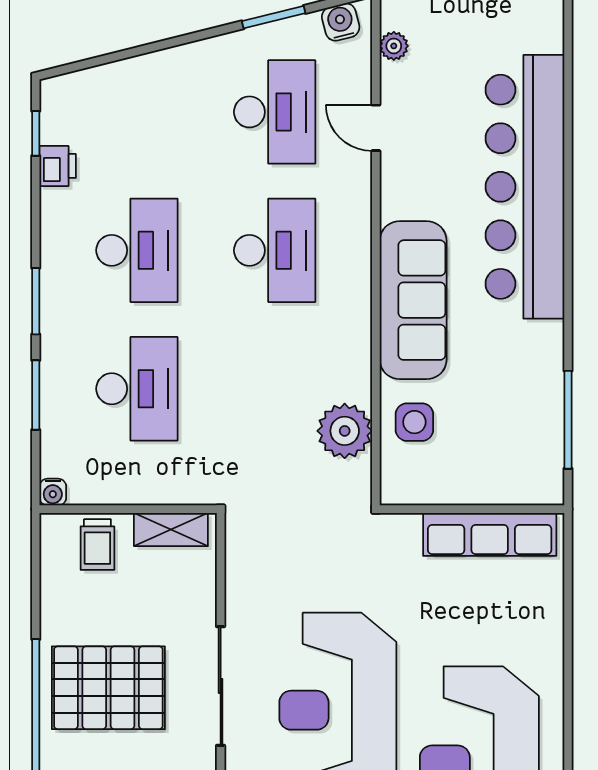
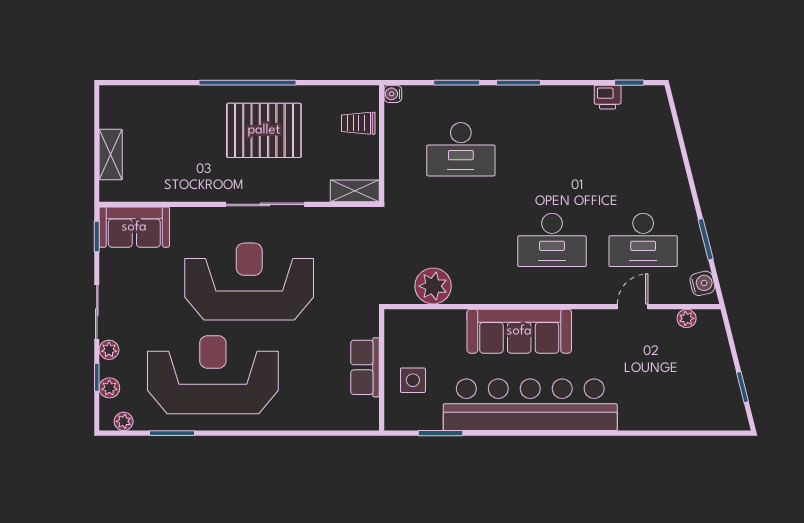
bar counter: (525, 187) -> (530, 405), moved
desk: (137, 250) -> (552, 149), removed
window: (568, 420) -> (440, 433), width x0.69
side table: (414, 422) -> (413, 380), moved
shelving: (171, 529) -> (355, 191), moved, turned 90
row of seats: (490, 534) -> (365, 367), width x0.68
pallet: (108, 688) -> (264, 130), turned 90

